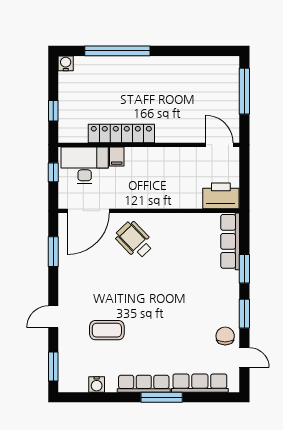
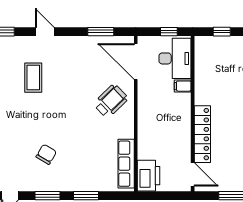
locker: (121, 133) -> (202, 134), moved
door: (220, 145) -> (193, 174), hinge flipped
row of seats: (230, 241) -> (126, 164), moved, turned -90
chair: (225, 336) -> (46, 154), moved, turned -59

